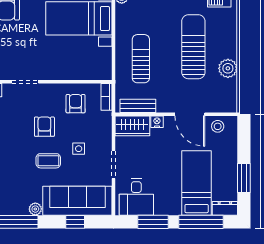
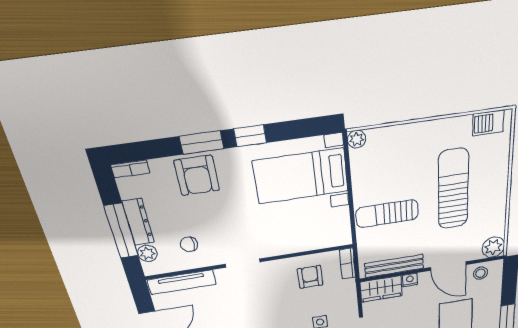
sun lounger: (141, 59) -> (387, 214), turned -90
plant: (228, 68) -> (493, 247), moved
bench: (138, 106) -> (394, 266), width x1.36
armchair: (44, 127) -> (276, 307), removed

